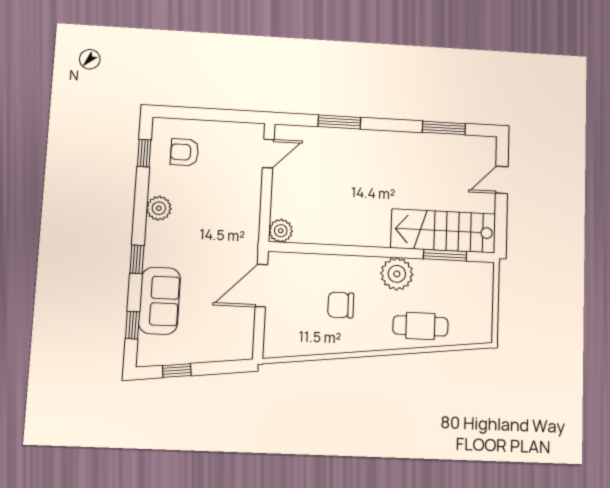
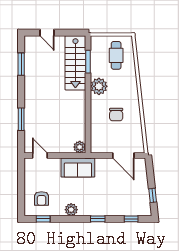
door: (261, 286) -> (123, 155), moved
sofa: (159, 301) -> (78, 168), moved, turned 180
cafe table: (420, 326) -> (116, 55), moved

